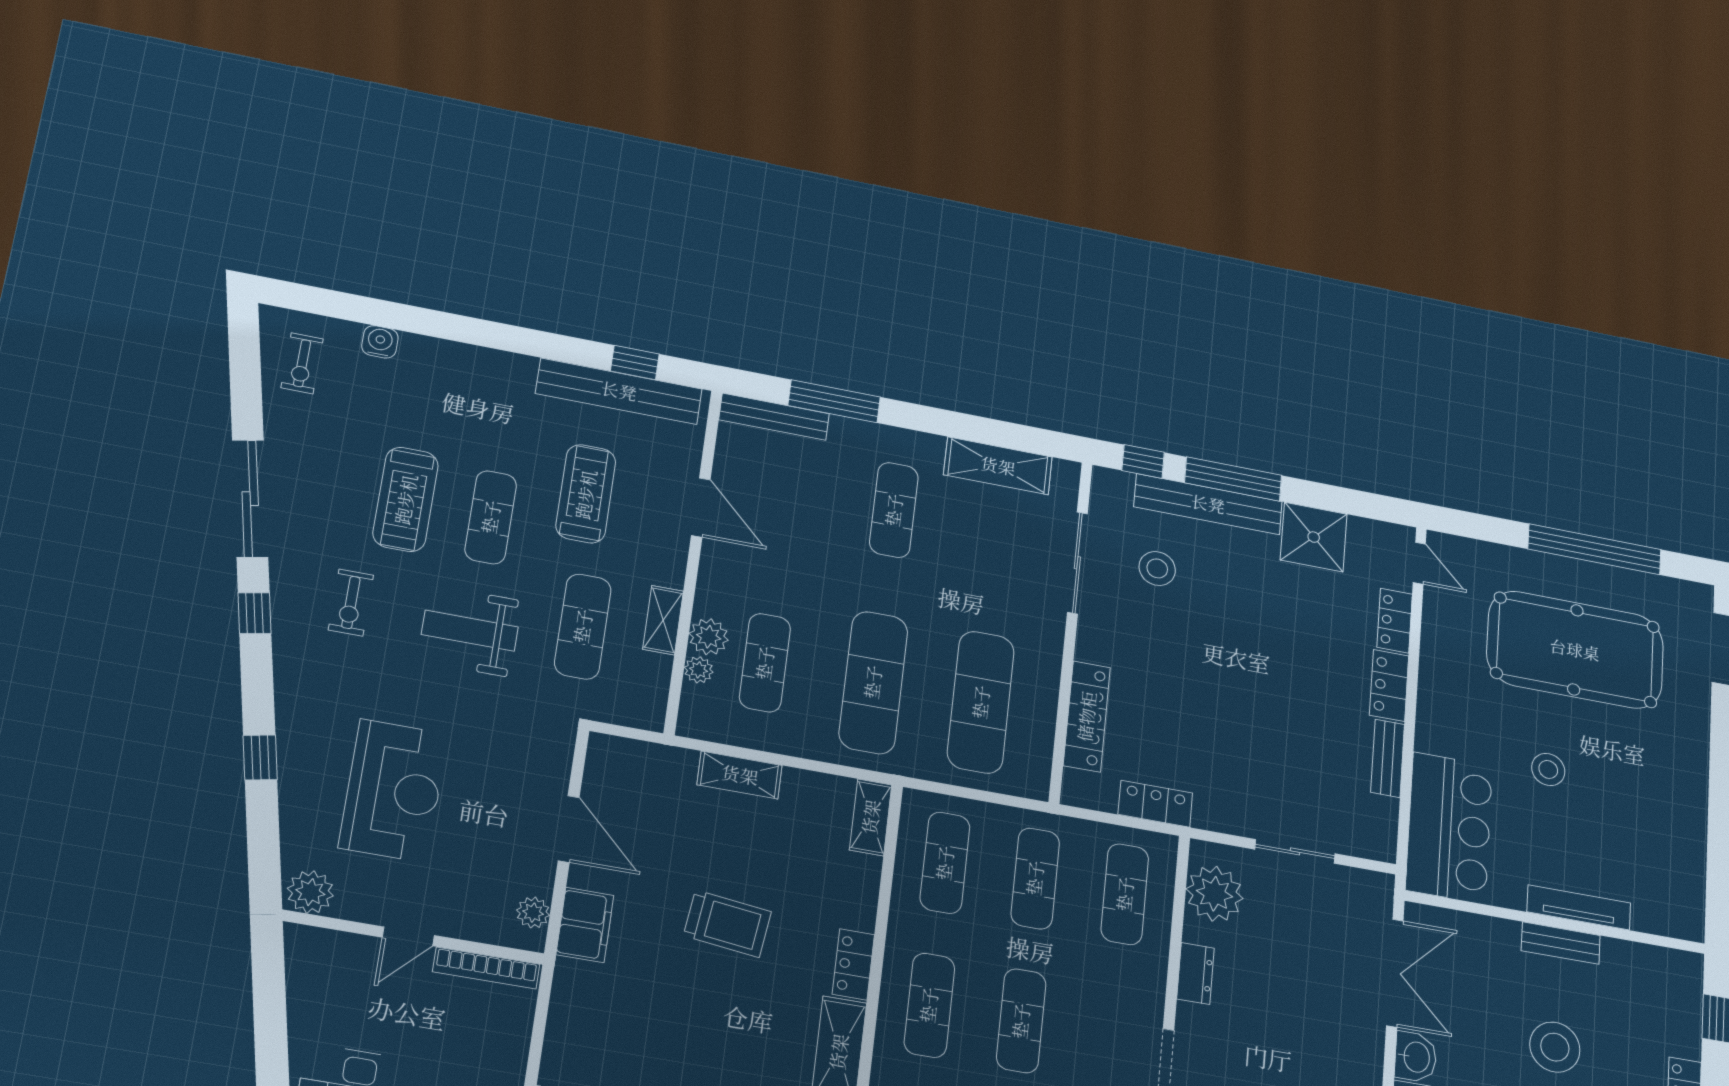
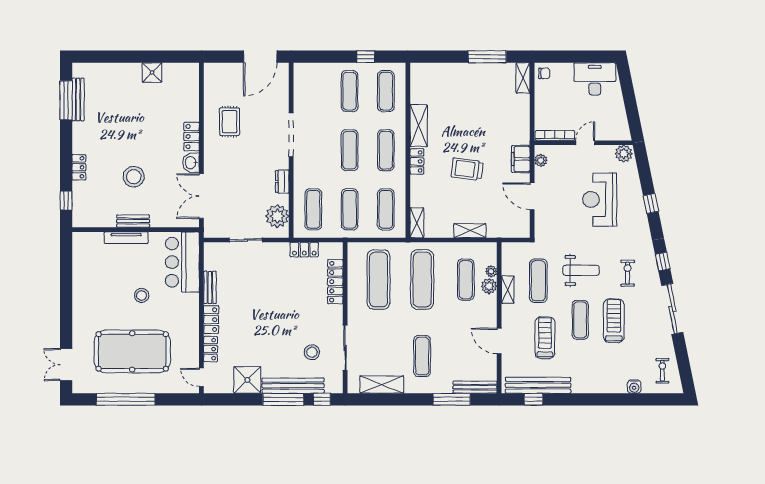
treadmill: (586, 494) -> (545, 338), turned 180

